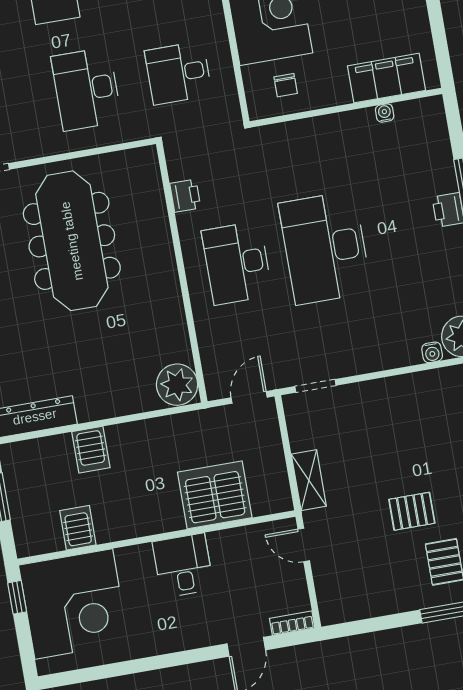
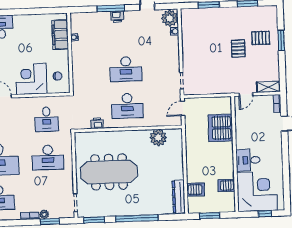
desk: (325, 248) -> (126, 69), width x0.73, depth x0.77
plant: (177, 385) -> (158, 138), moved
door: (249, 397) -> (183, 108), hinge flipped
server rack: (91, 450) -> (196, 189), moved
shelving: (309, 480) -> (268, 87), moved
desk: (183, 566) -> (248, 160), moved
window: (17, 597) -> (265, 214), moved

